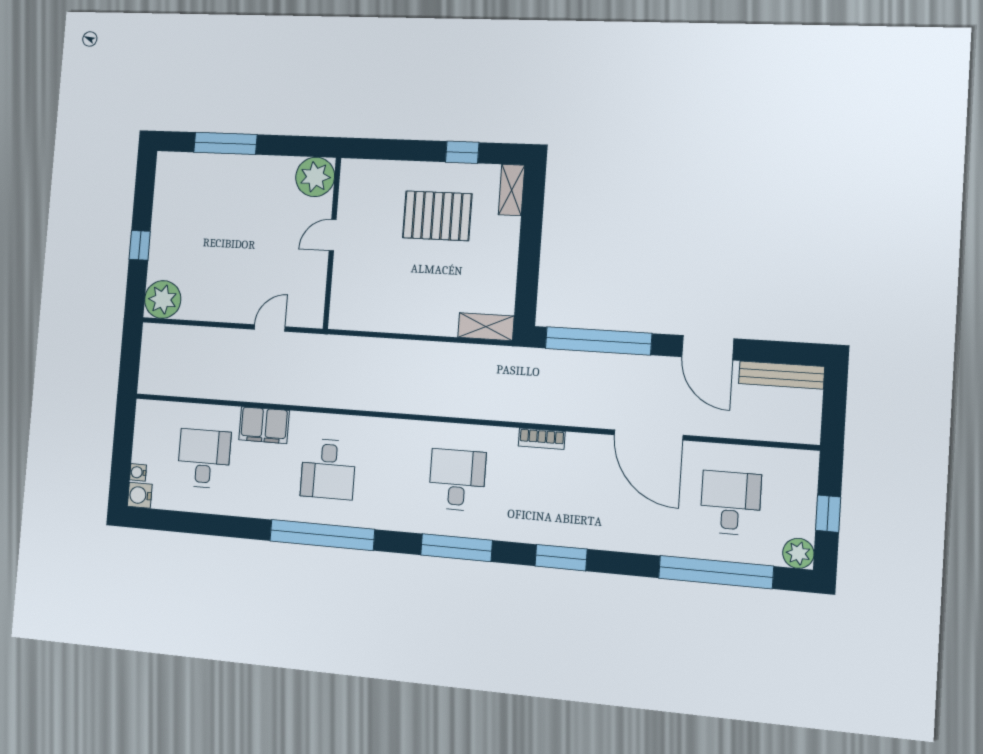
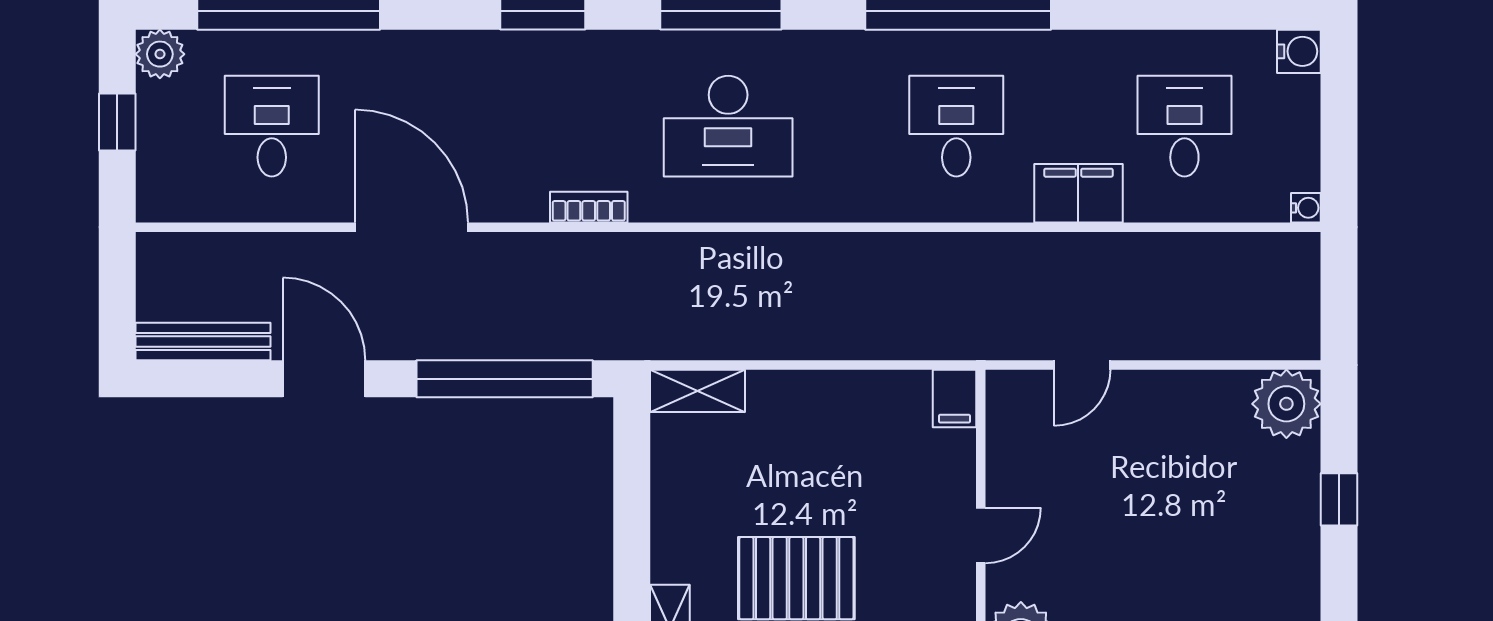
filing cabinet: (341, 313) -> (954, 398), added
desk: (204, 458) -> (1184, 126), turned 180
water cooler: (138, 472) -> (1306, 208), moved
desk: (457, 480) -> (728, 126), width x1.37
desk: (731, 503) -> (272, 126), turned 180

